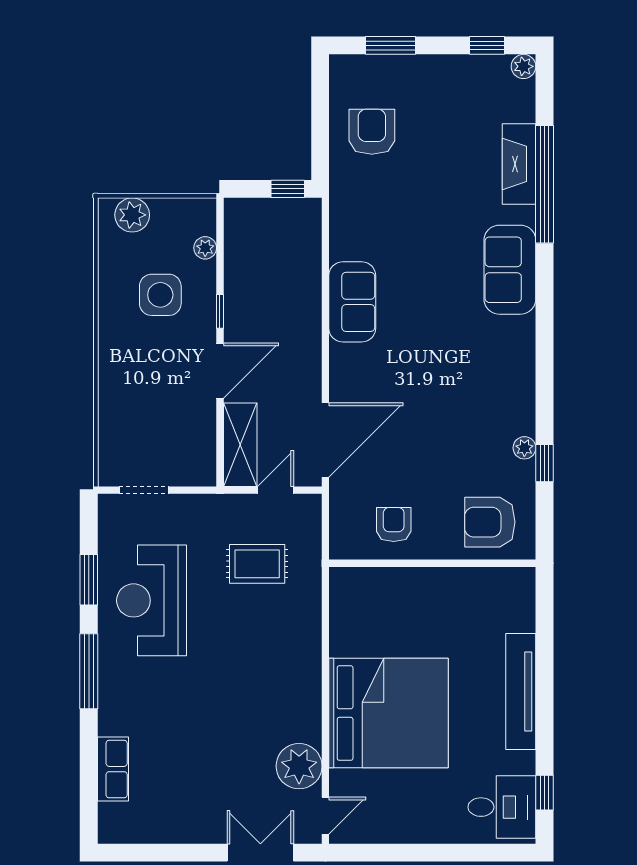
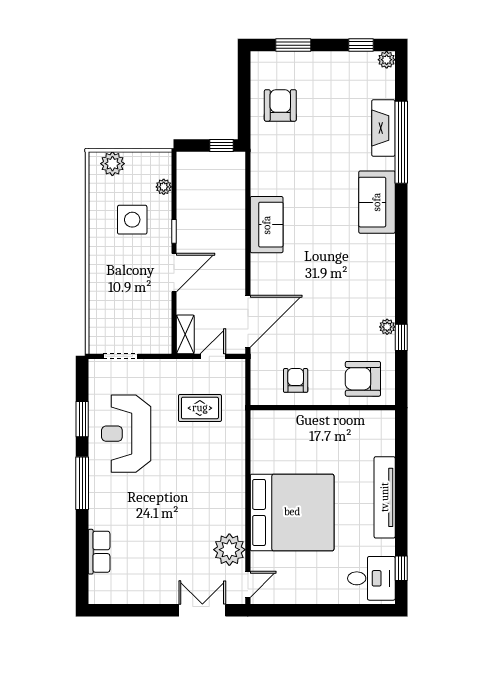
shelving: (240, 445) -> (185, 334), width x0.67, depth x0.75

